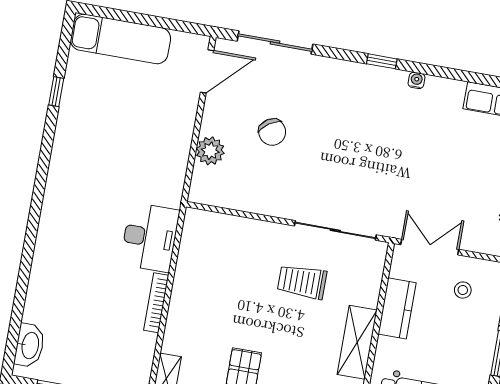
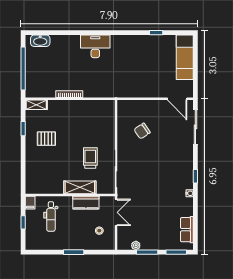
chair: (272, 132) -> (142, 131), moved
plant: (210, 151) -> (142, 106), removed
desk: (150, 237) -> (95, 46), moved, turned 180
shelving: (357, 342) -> (80, 187), moved

